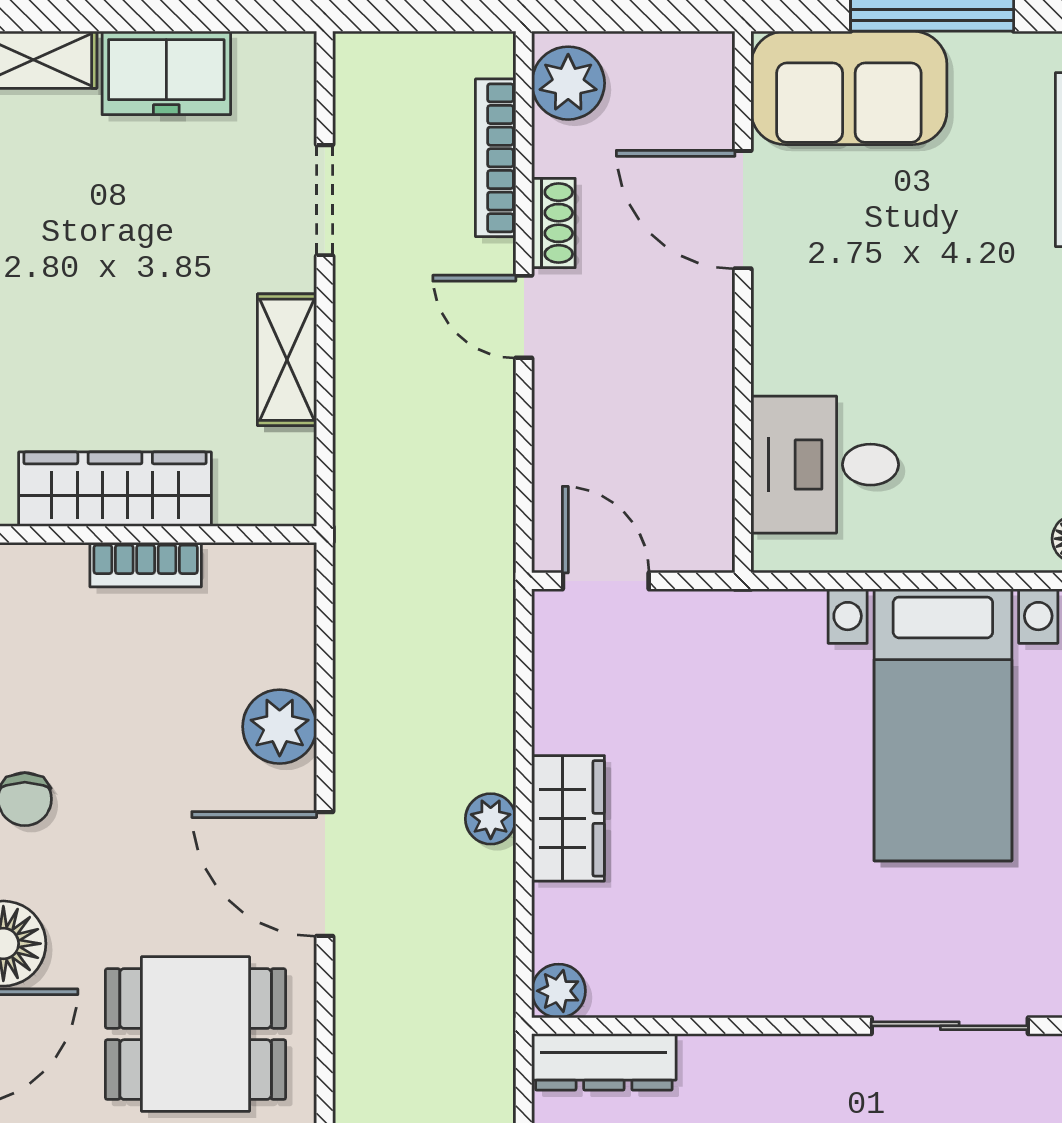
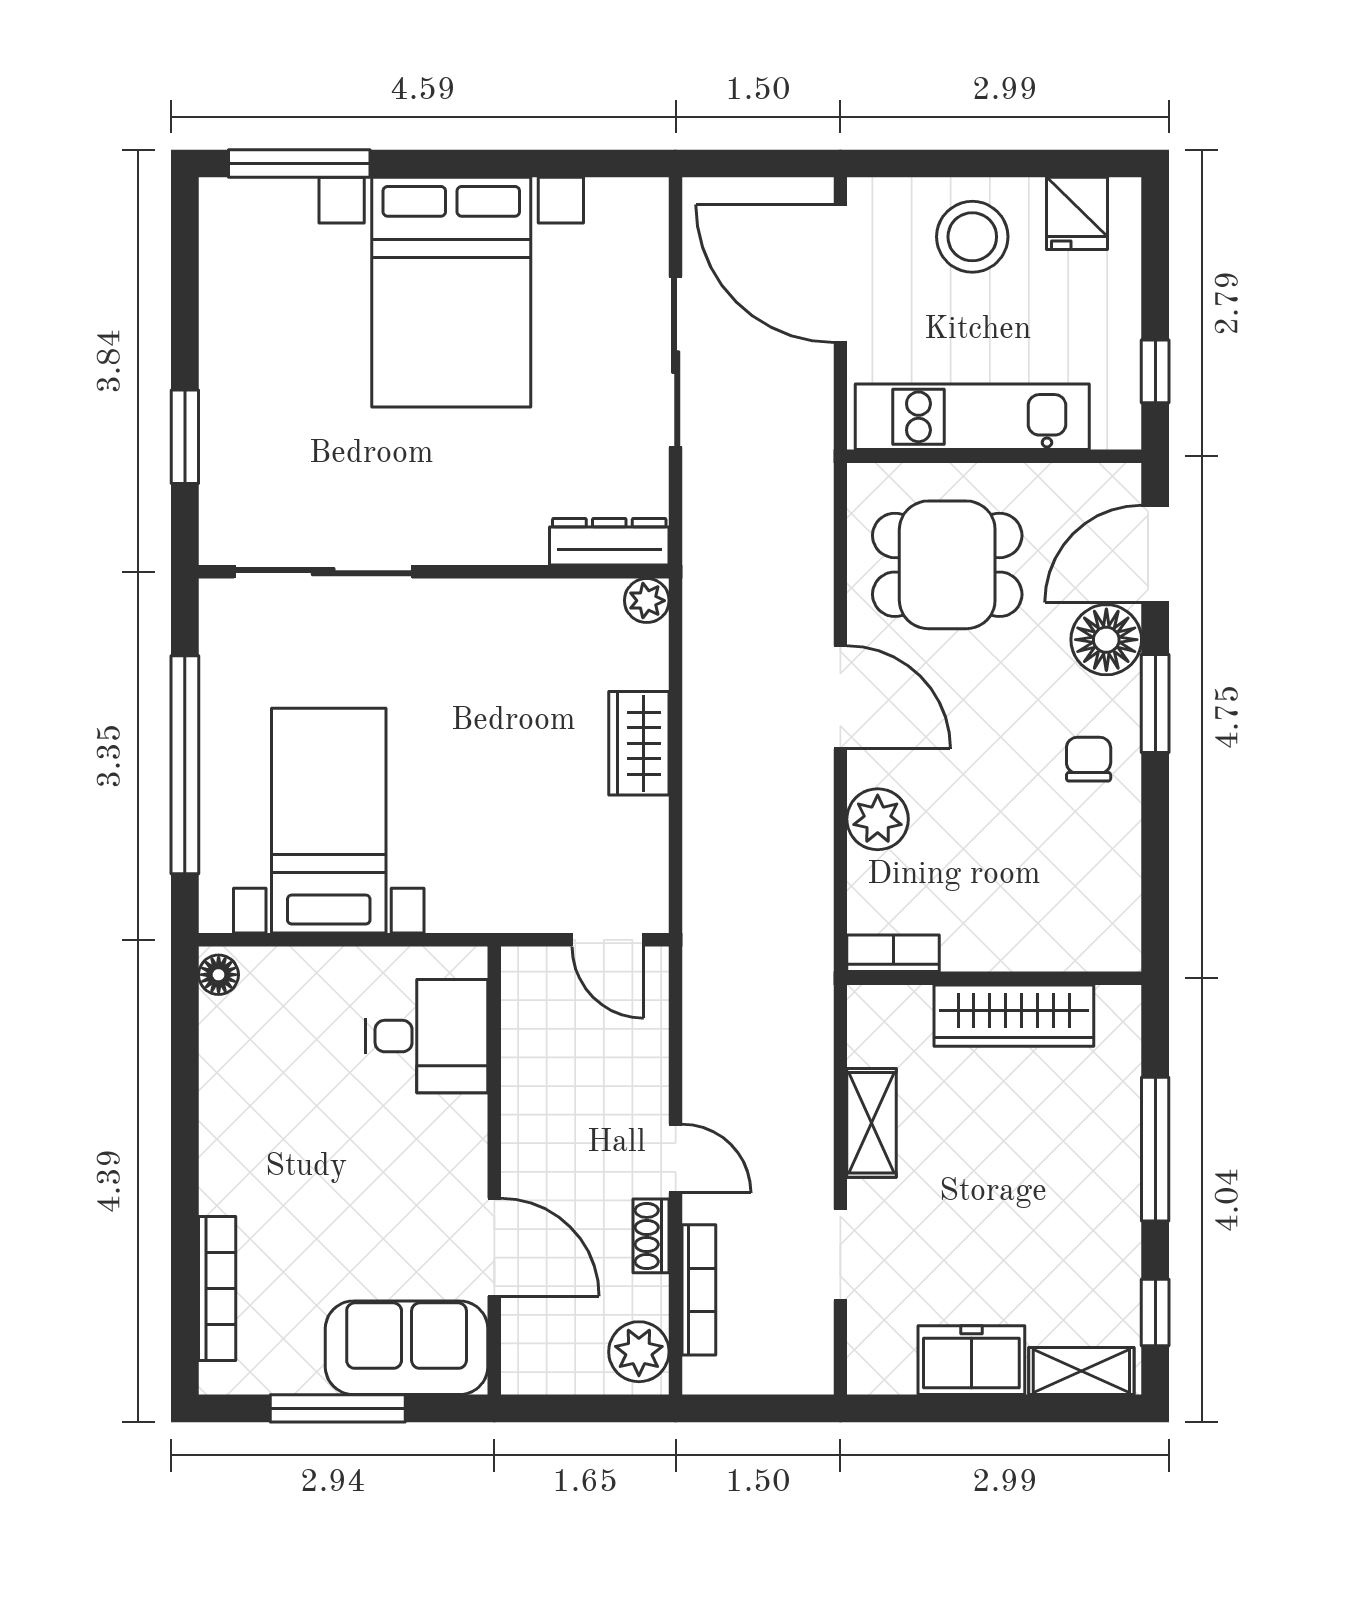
bookcase: (146, 565) -> (893, 953), moved
plant: (491, 819) -> (703, 743), removed
sliding door: (950, 1026) -> (323, 572), width x1.37

